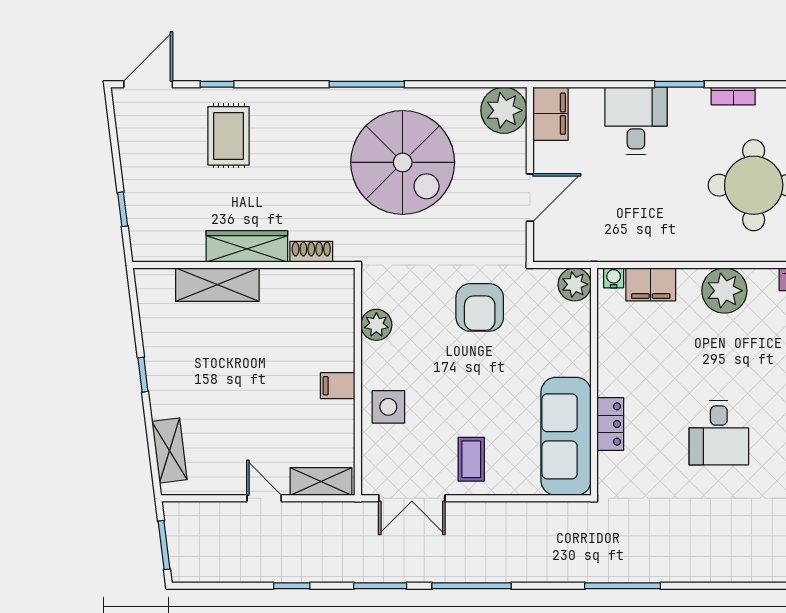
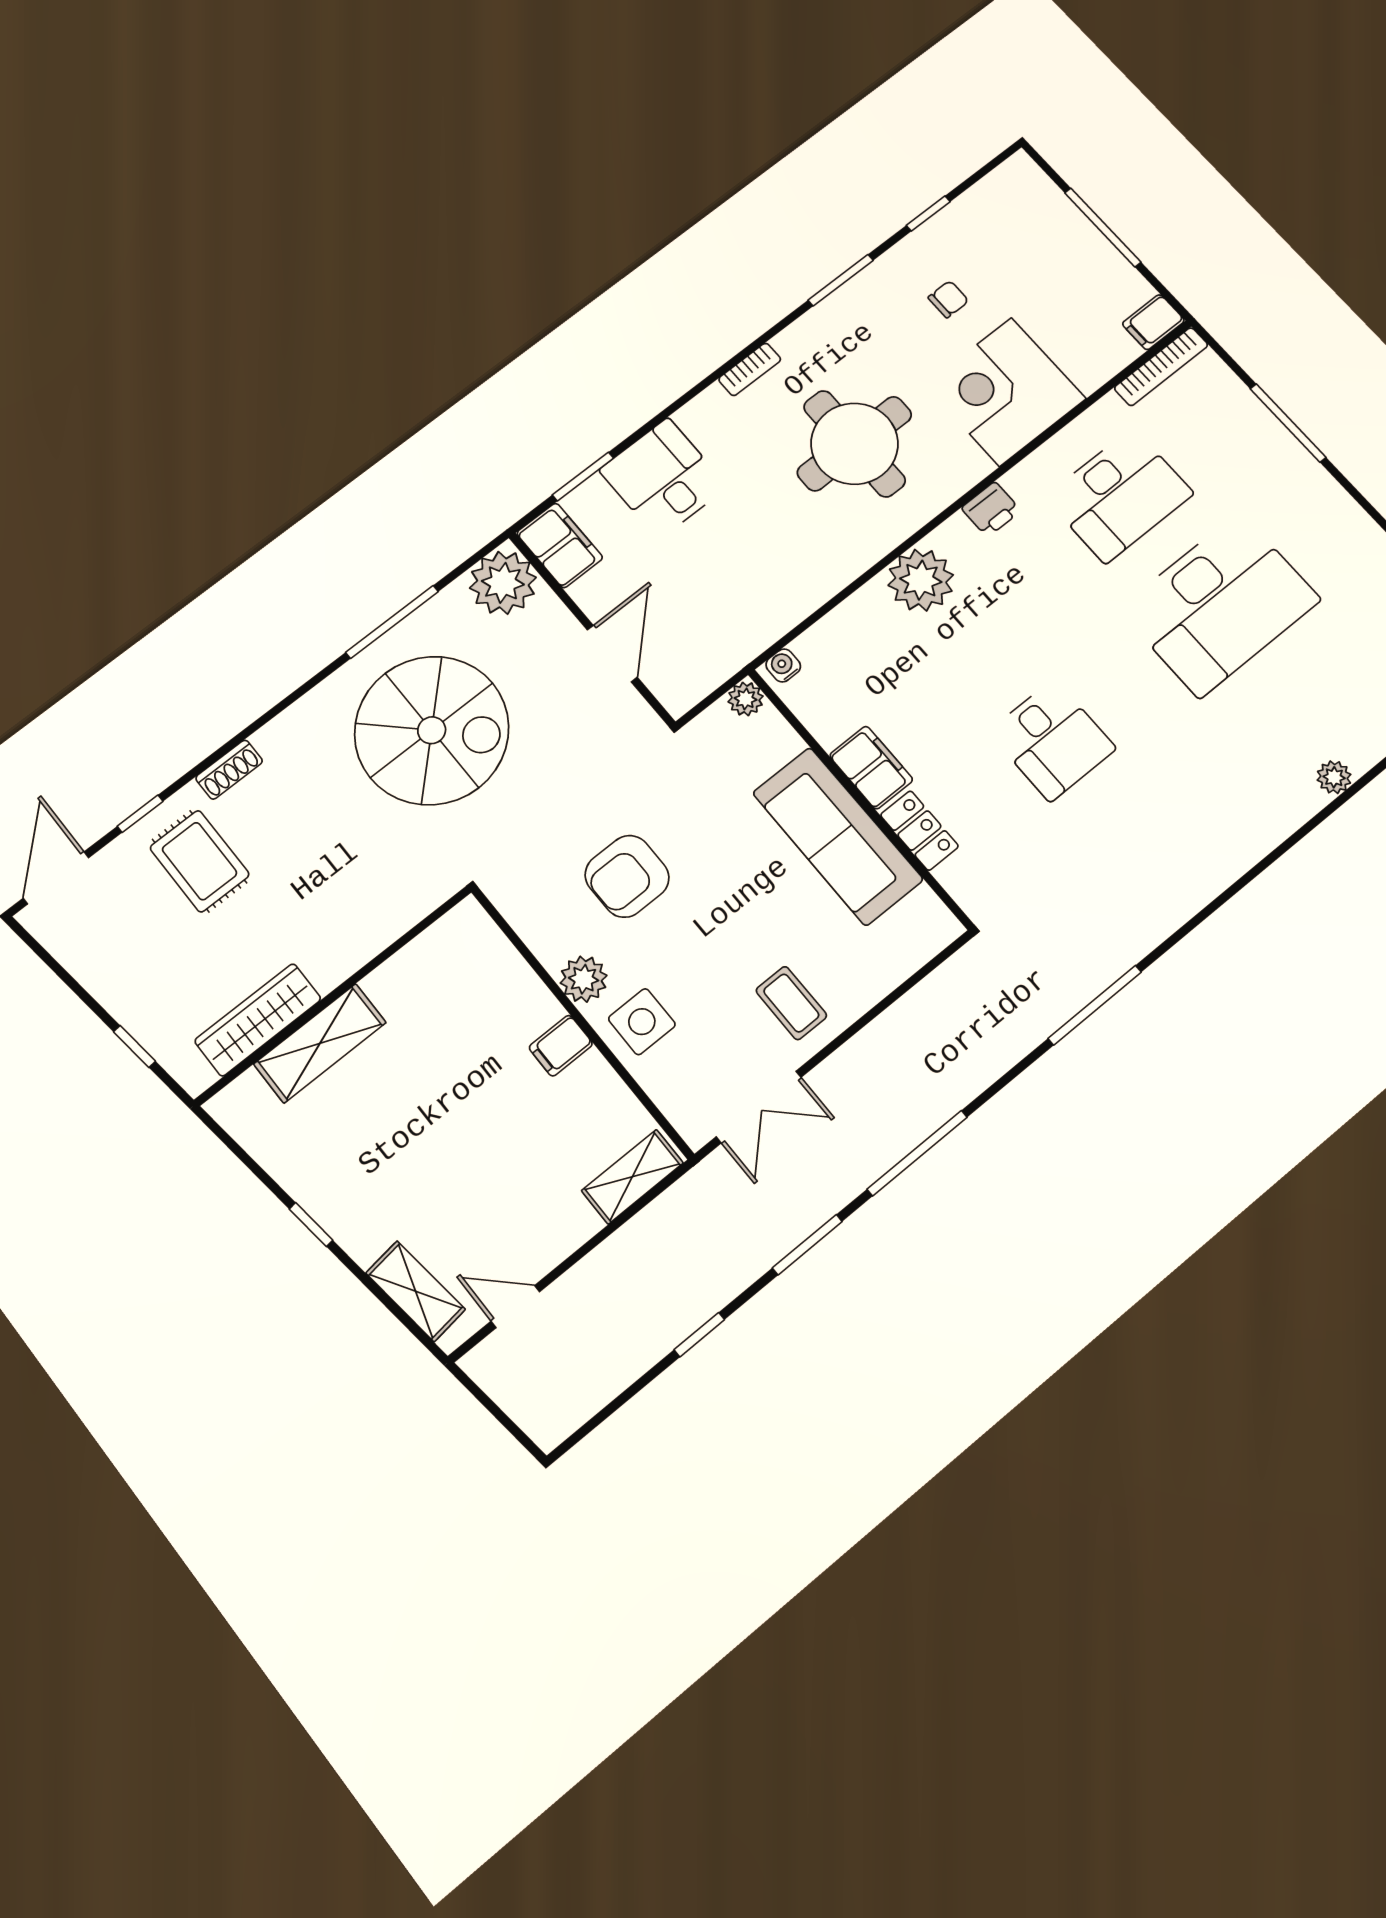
window: (367, 84) -> (392, 622), moved
window: (679, 84) -> (583, 477), moved
wardrobe: (247, 246) -> (258, 1020), moved
shoe rack: (311, 252) -> (229, 770), moved, turned 180
plant: (575, 284) -> (746, 699), width x0.73, depth x0.73
filing cabinet: (651, 284) -> (871, 768), moved, turned -90
armchair: (480, 307) -> (627, 876), moved, turned 90
plant: (376, 325) -> (584, 979), moved
sofa: (566, 436) -> (838, 836), moved
door: (264, 498) -> (515, 1306), moved
window: (164, 545) -> (500, 1415), removed

